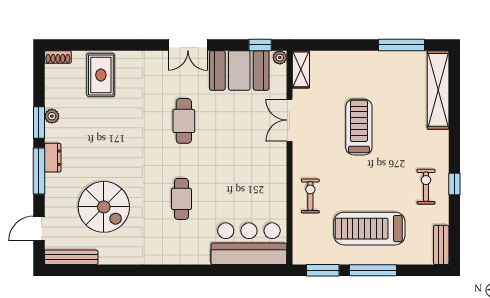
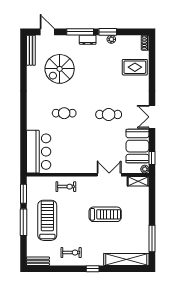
window: (454, 184) -> (93, 269), moved

